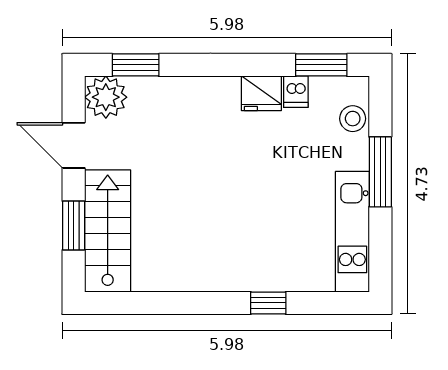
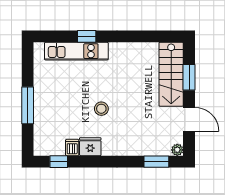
window: (321, 65) -> (59, 162), width x0.67
plant: (106, 97) -> (177, 150), width x0.53, depth x0.53
stool: (353, 119) -> (101, 109), moved
kitchen unit: (352, 232) -> (76, 51), moved, turned 90

